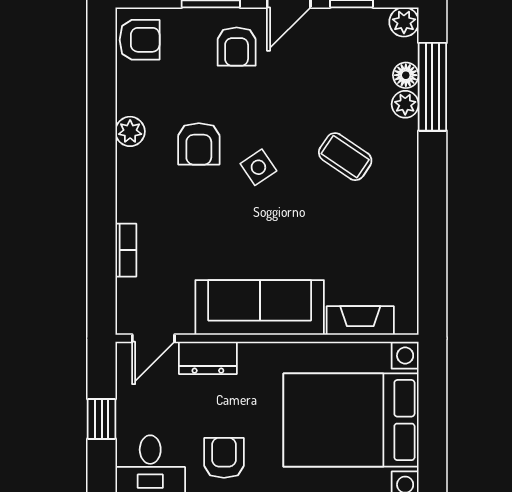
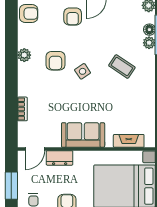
sofa: (260, 307) -> (83, 135), width x0.73
window: (102, 419) -> (11, 186), width x1.50

